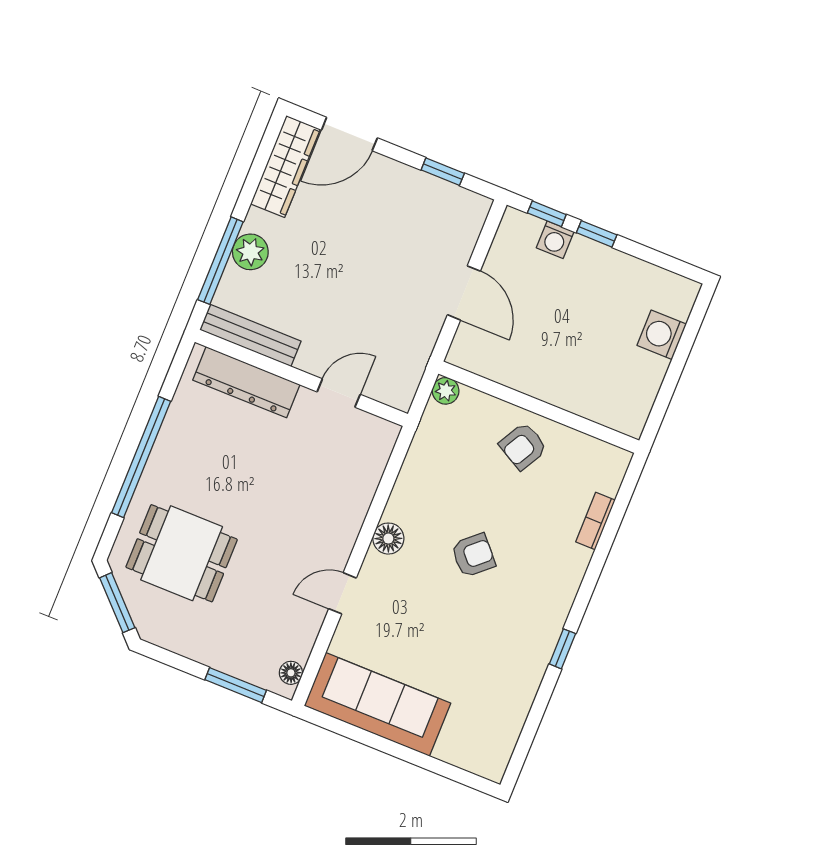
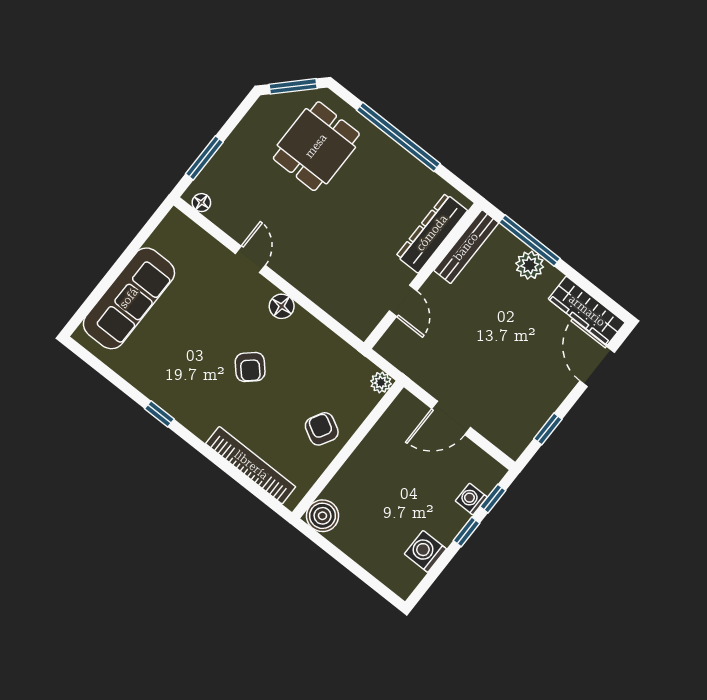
washing machine: (662, 335) -> (425, 551), moved, turned -90
boiler: (628, 415) -> (322, 516), added
bookcase: (595, 521) -> (251, 465), width x2.31, depth x1.31
sofa: (377, 704) -> (129, 298), moved

